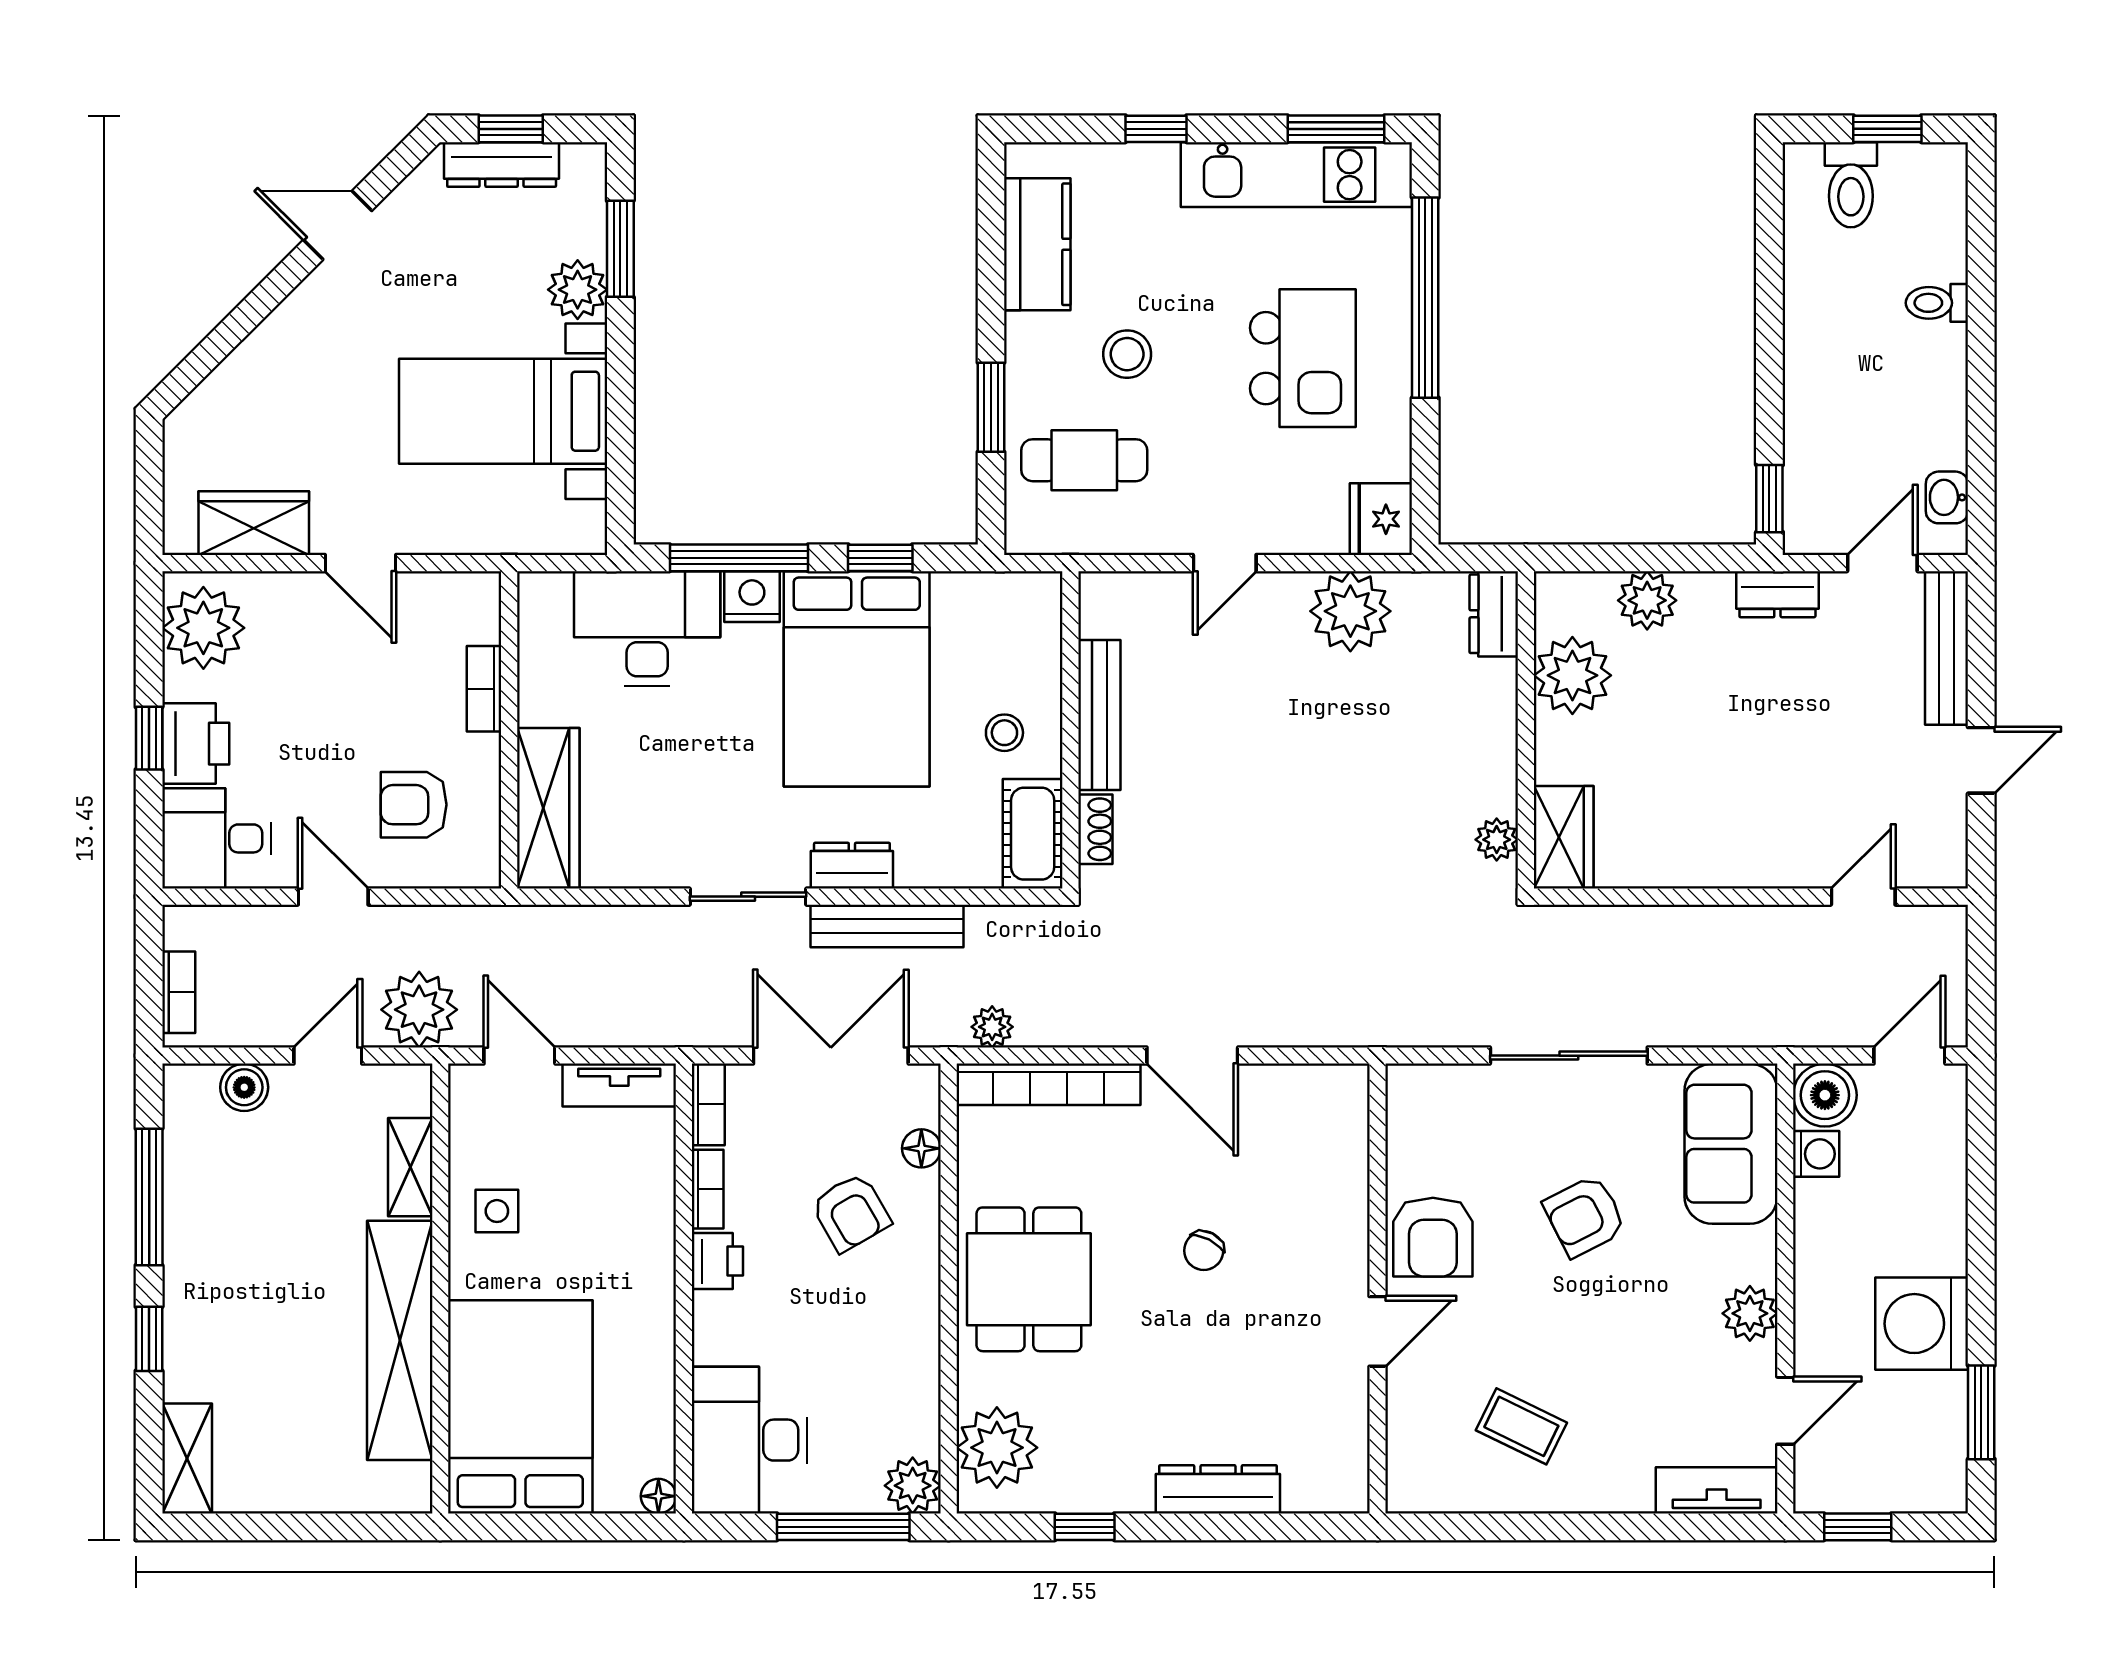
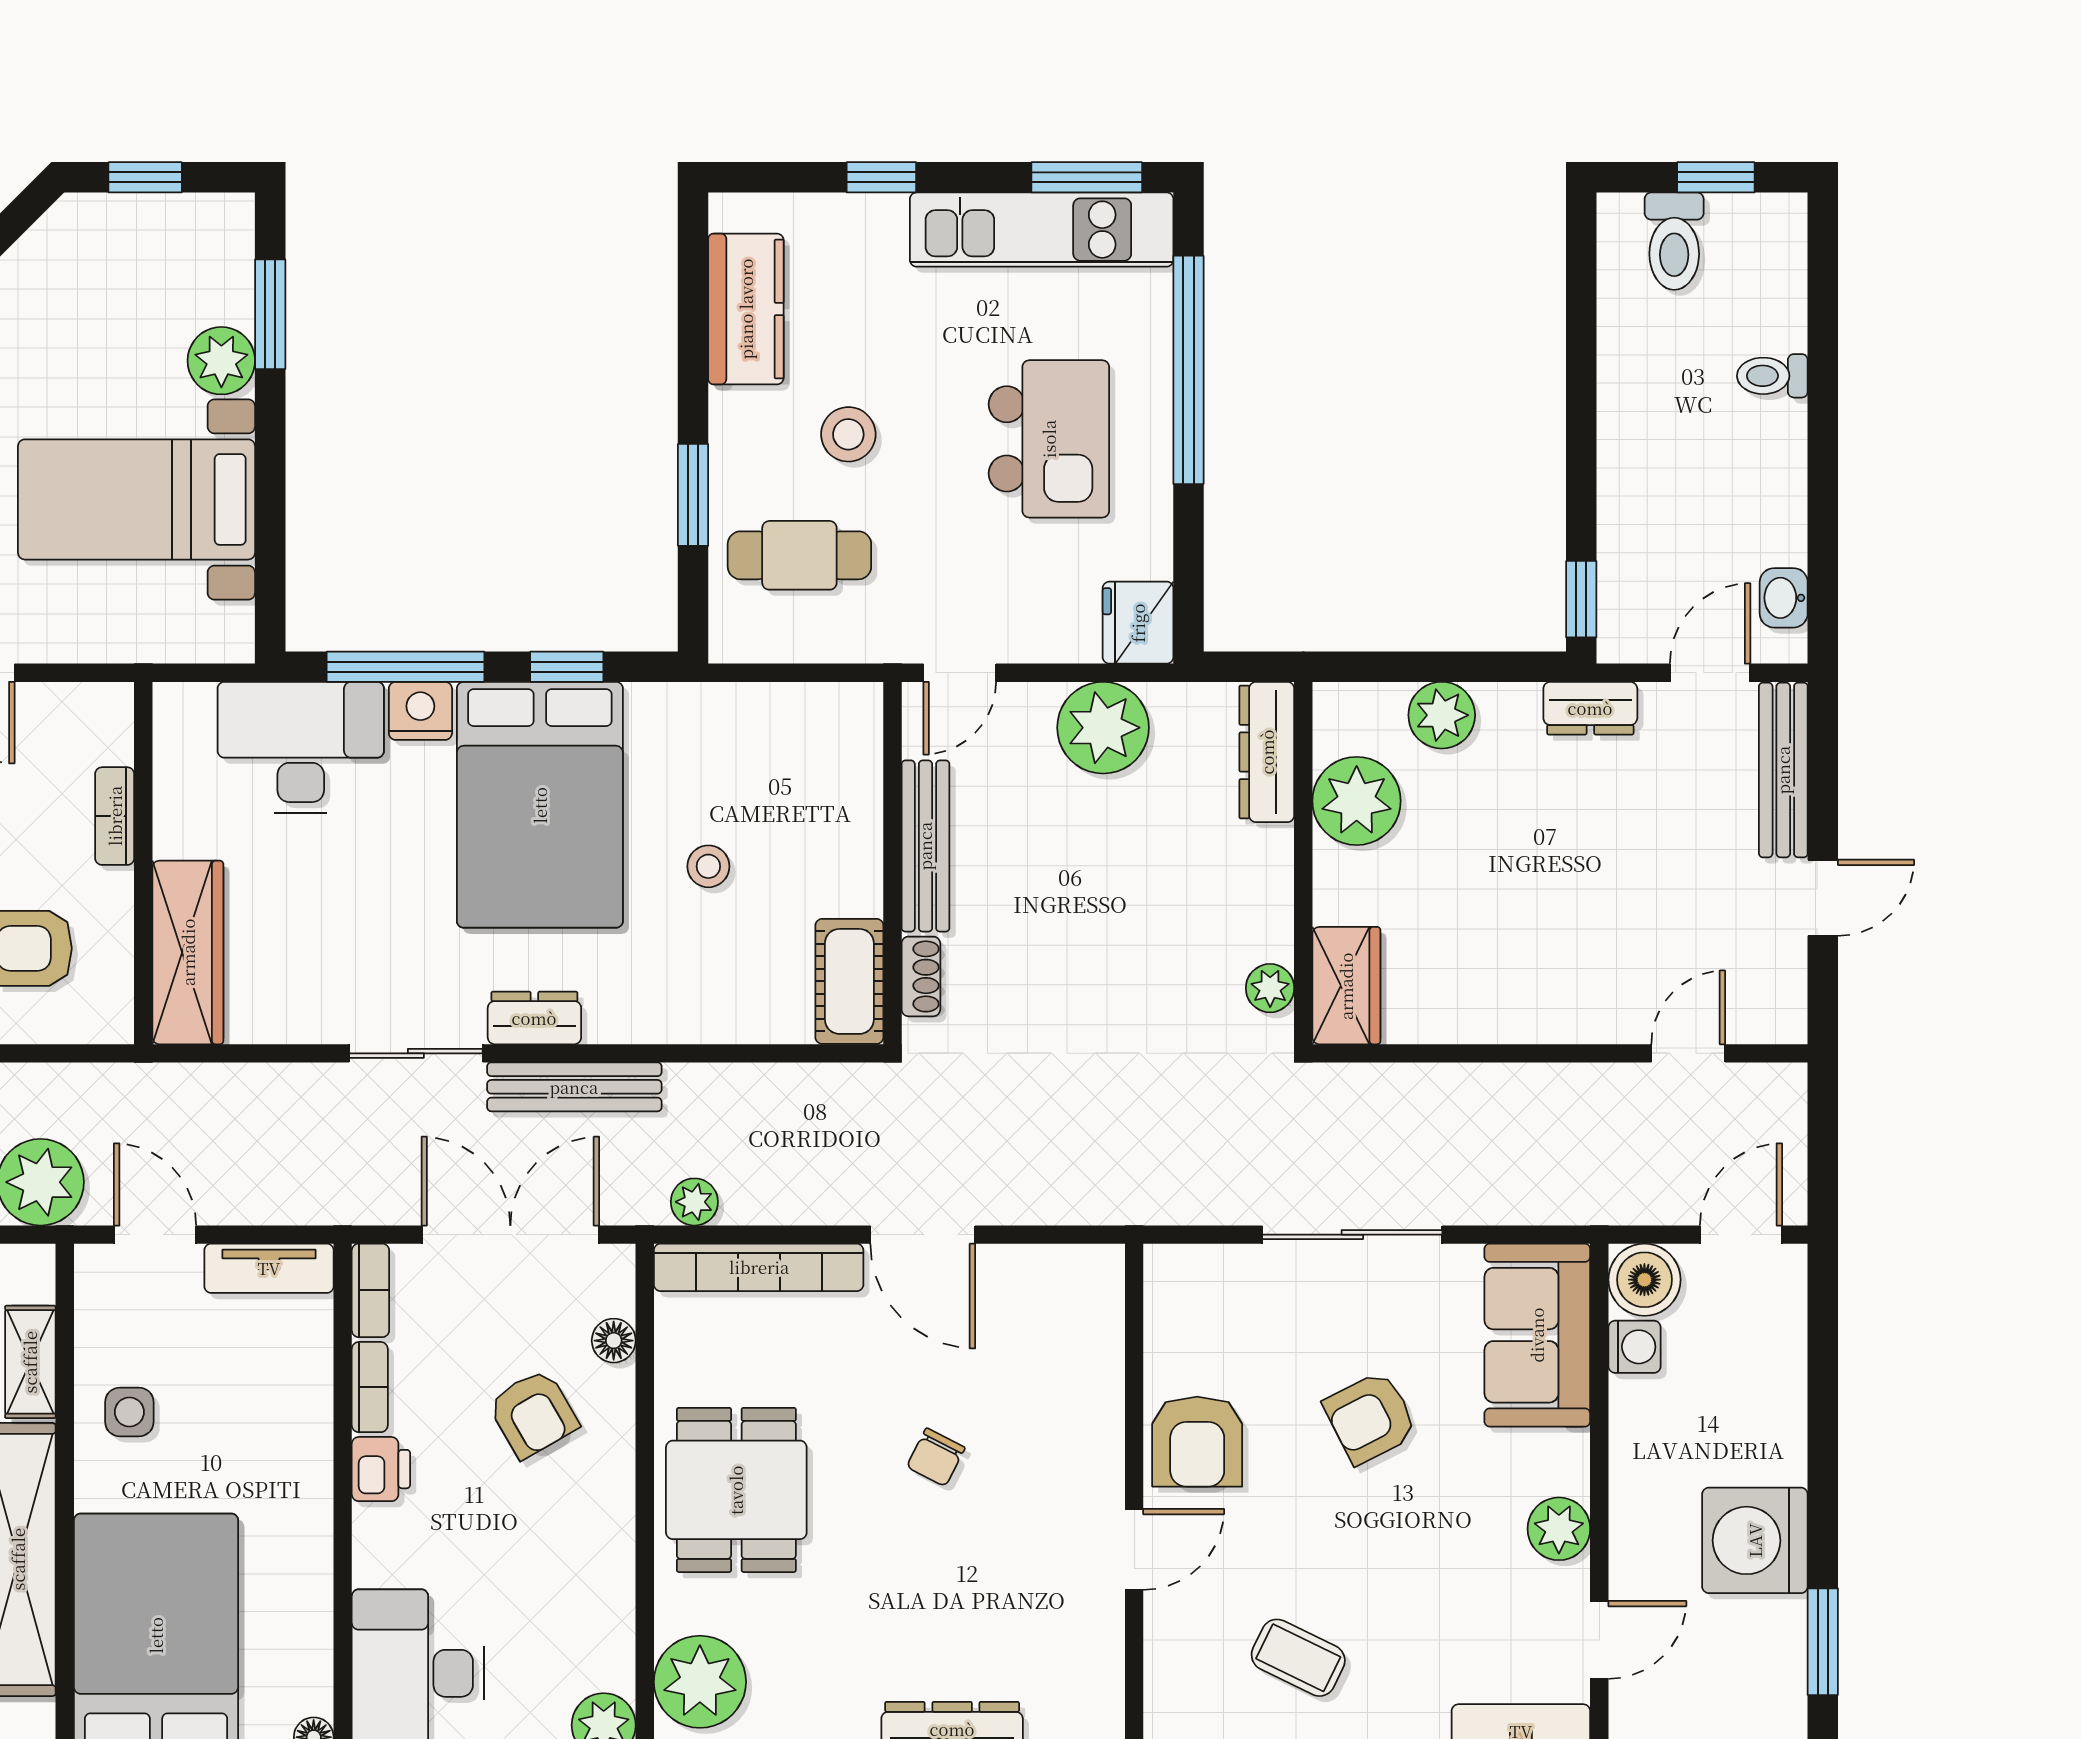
dresser: (502, 165) -> (135, 218), removed
dresser: (1494, 614) -> (1267, 752), width x1.44
bench: (1099, 715) -> (925, 846), moved
wall: (1070, 730) -> (892, 863), moved
shoe rack: (1095, 829) -> (921, 976), moved
cot: (1033, 834) -> (849, 981), moved

